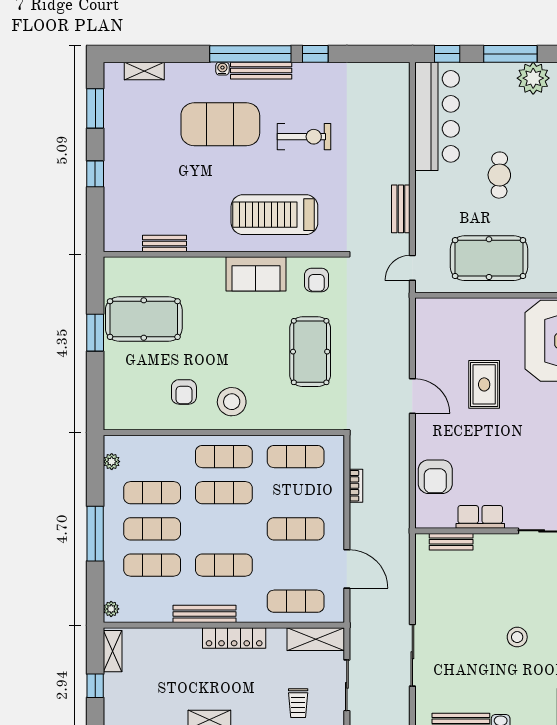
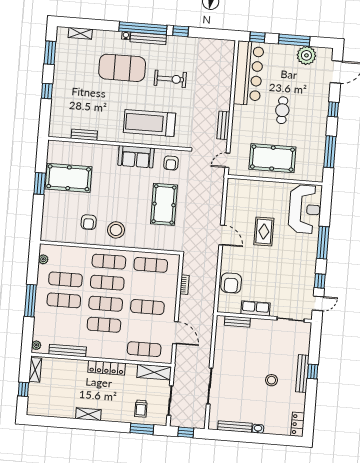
exercise mat: (152, 565) -> (106, 304), moved
bench: (204, 614) -> (68, 351), moved

